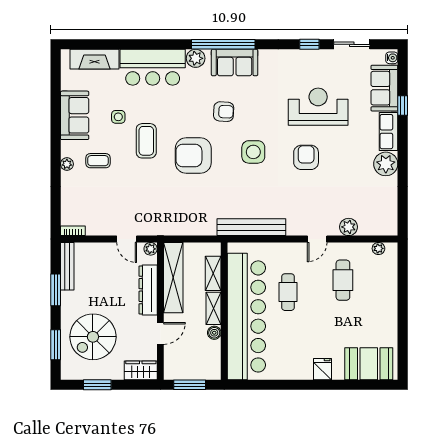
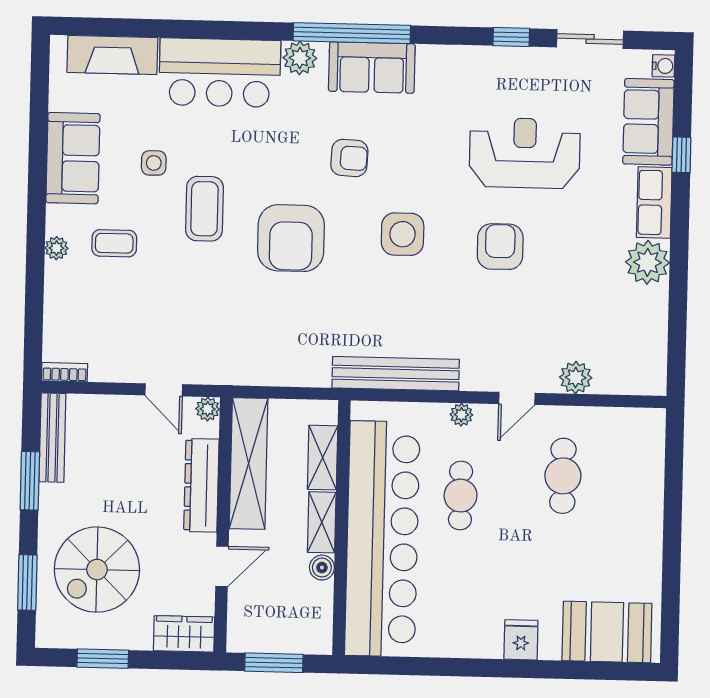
armchair: (193, 156) -> (291, 238), turned -90
plant: (378, 248) -> (461, 415), moved

